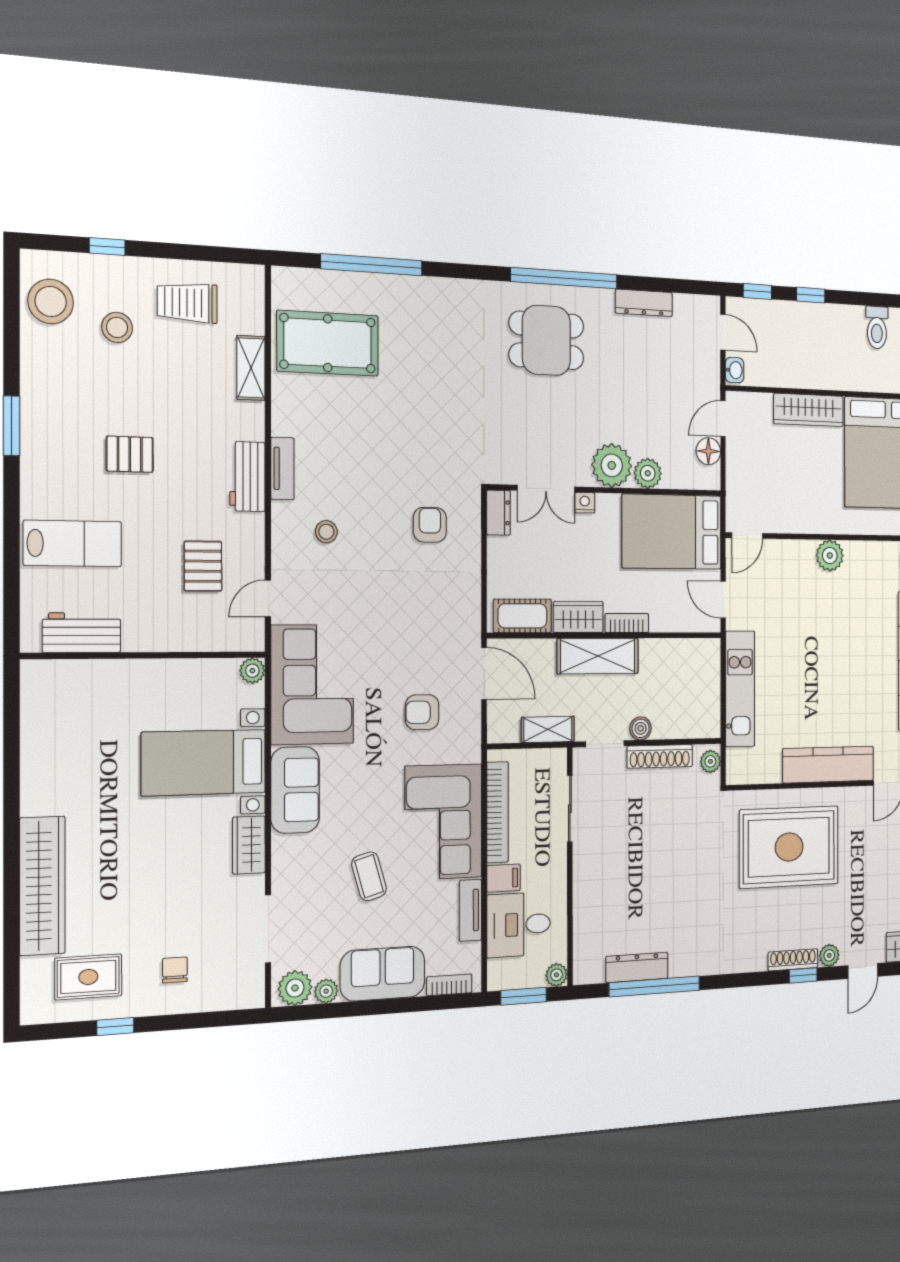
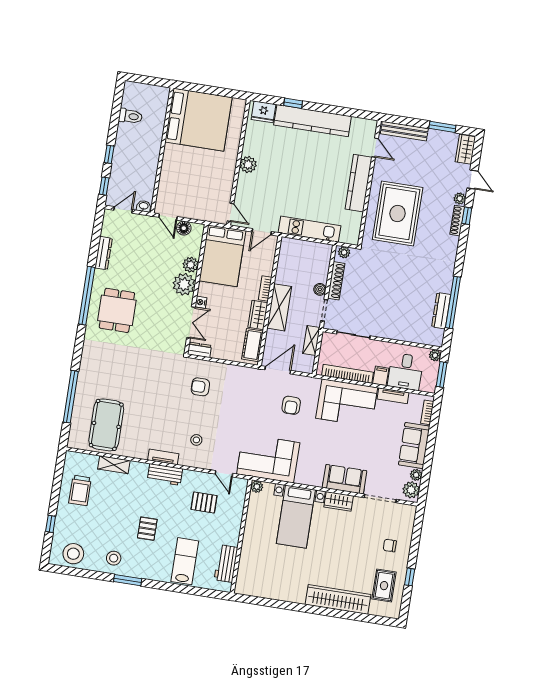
stool: (117, 327) -> (114, 558), moved
wardrobe: (809, 410) -> (169, 165), removed
sofa: (295, 790) -> (345, 479), moved
coffee table: (369, 876) -> (366, 445), removed

